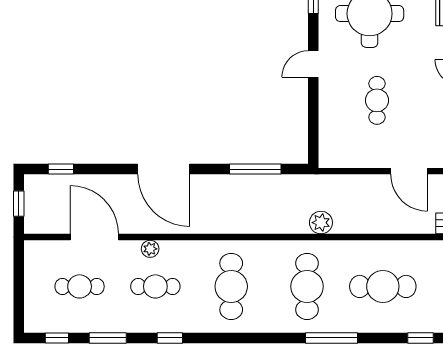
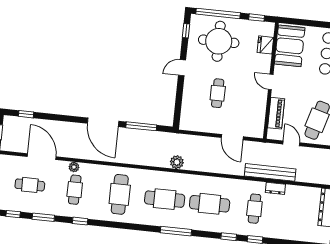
door: (164, 169) -> (103, 122), moved
cafe table: (155, 286) -> (75, 190), turned 90
cafe table: (307, 286) -> (165, 199), turned 90

